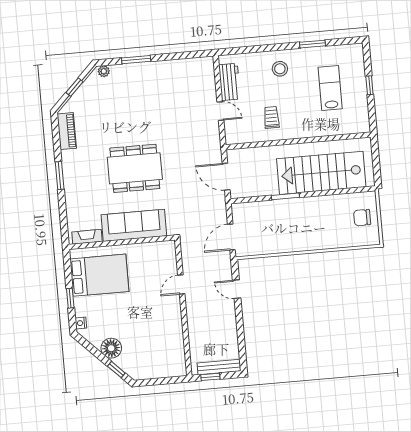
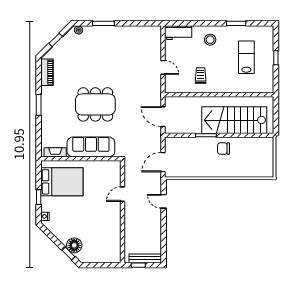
workbench: (229, 82) -> (178, 33), moved, turned 90
chair: (362, 218) -> (224, 149), moved
floor lamp: (111, 348) -> (74, 245), moved

